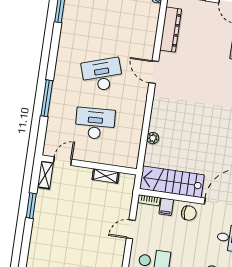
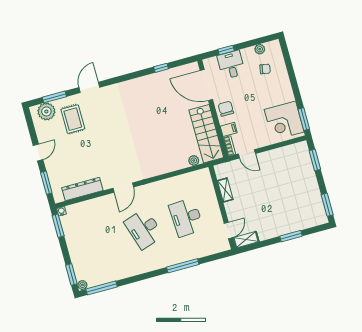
plant: (153, 138) -> (194, 160), moved
door: (63, 161) -> (228, 230), swing flipped
window: (31, 206) -> (291, 236), moved
door: (131, 229) -> (247, 154), moved

